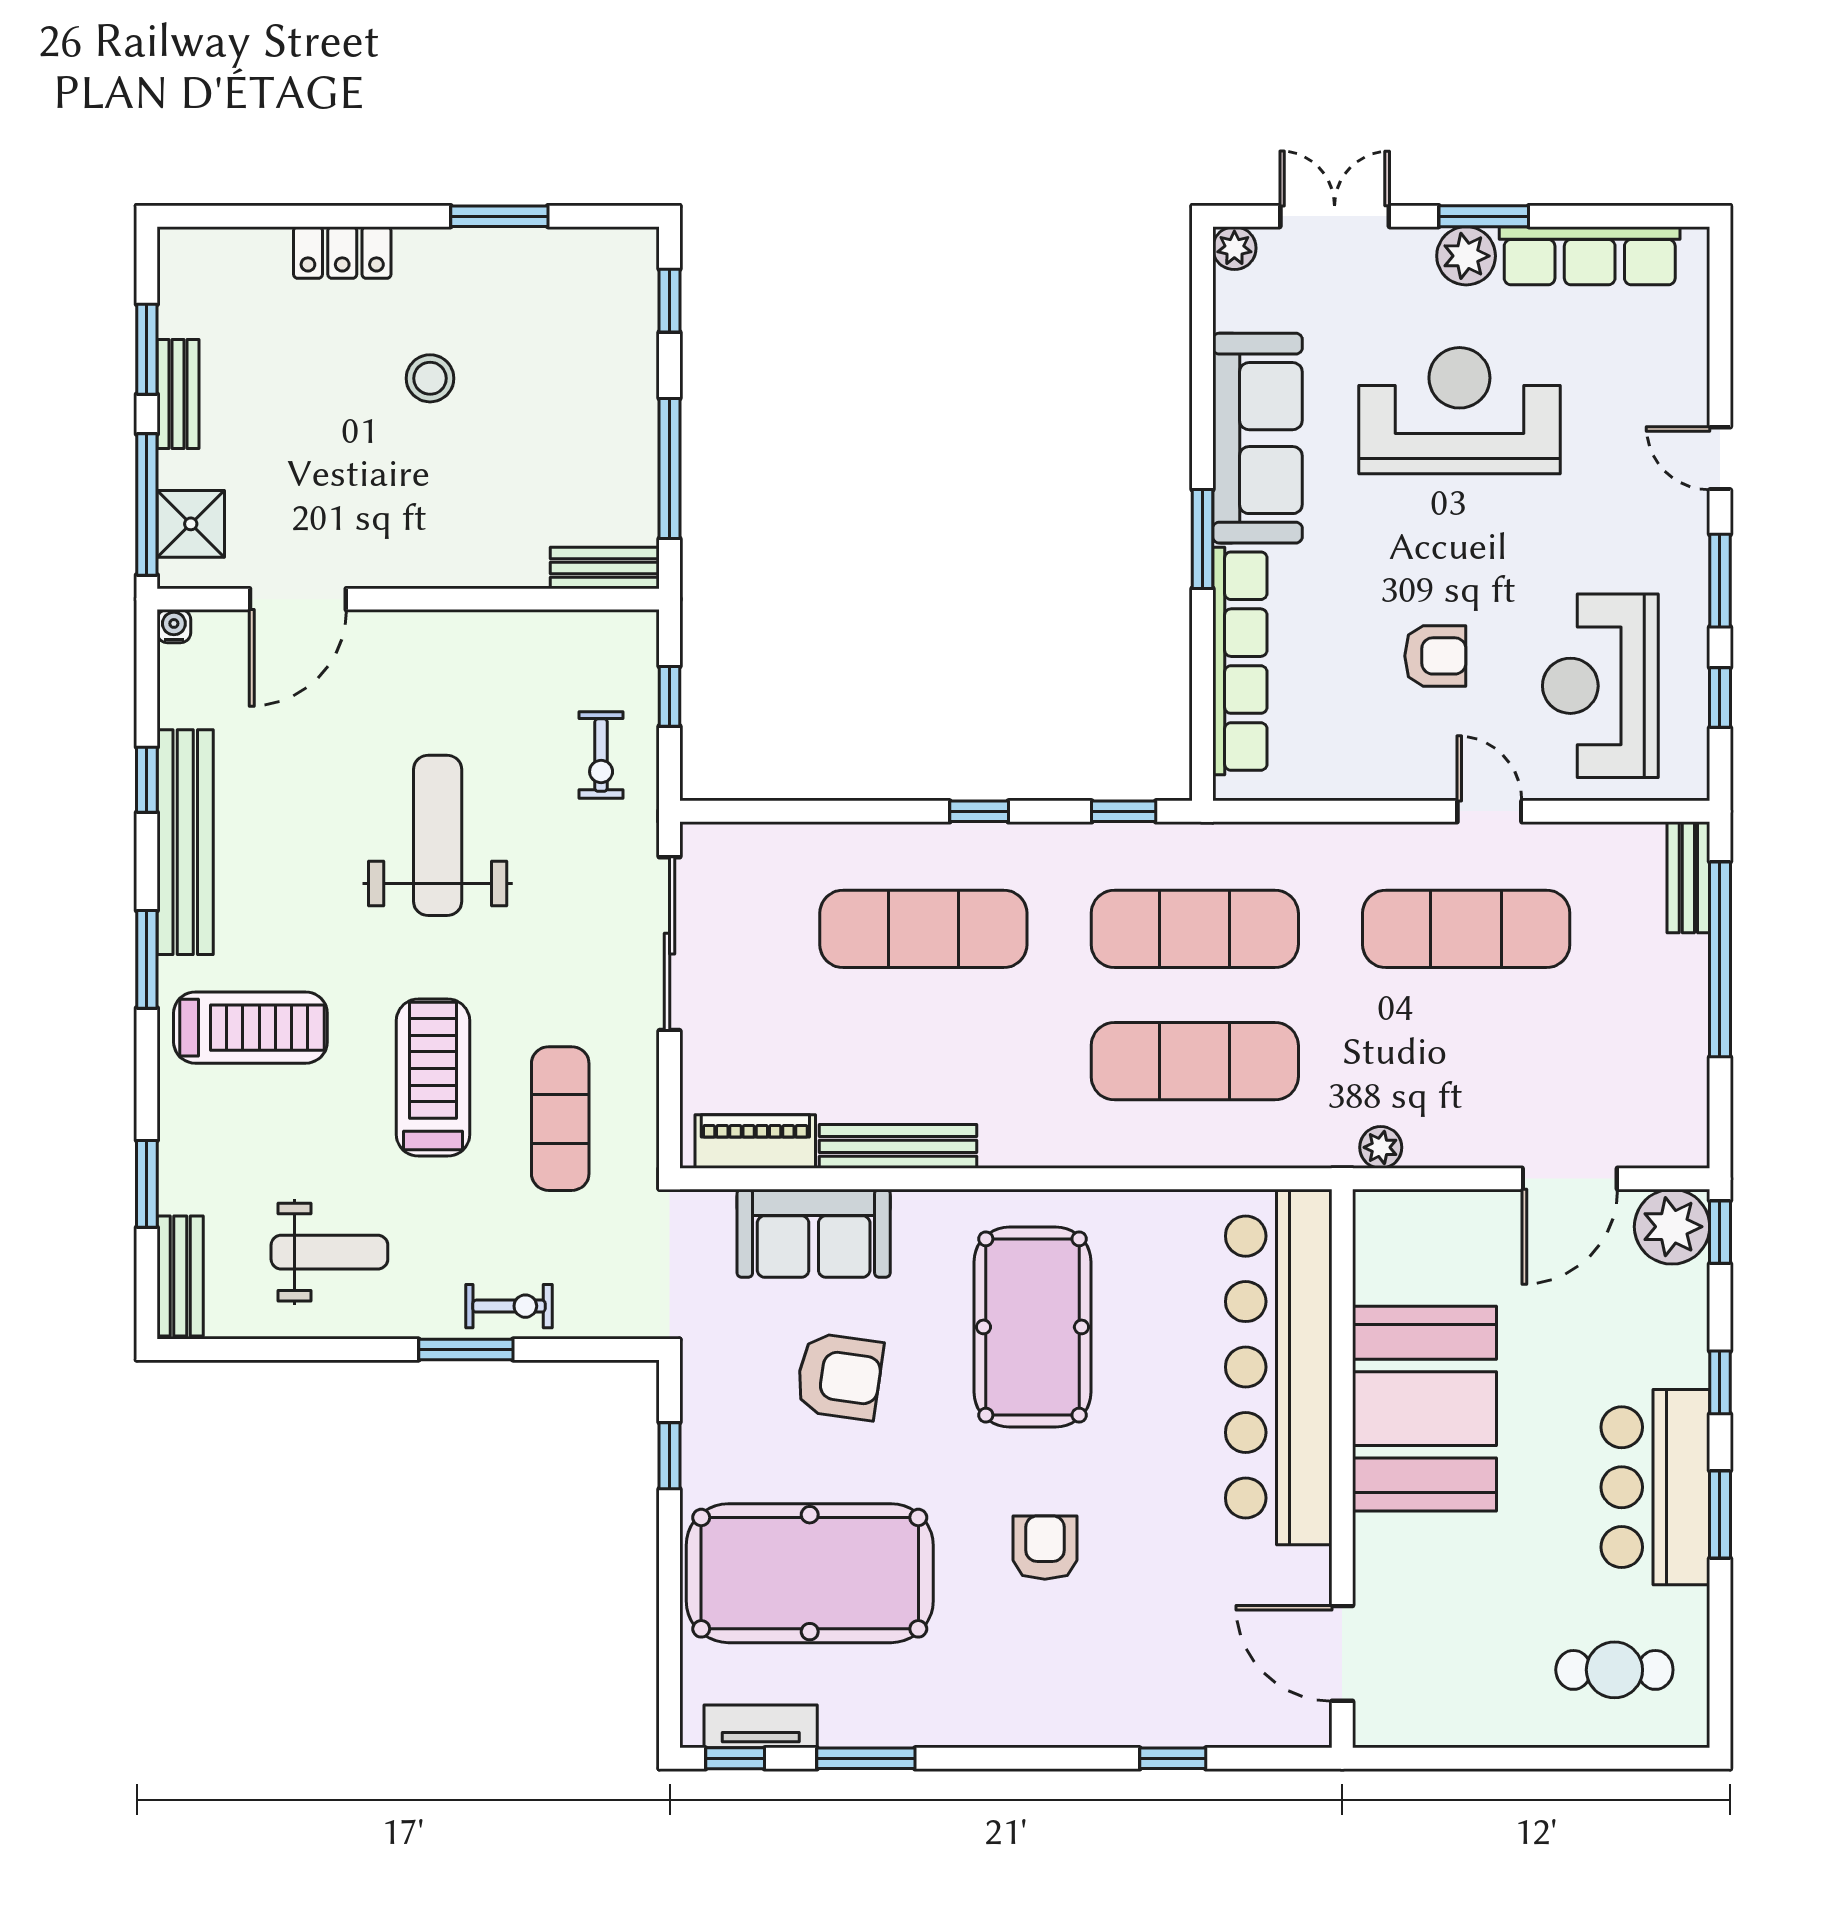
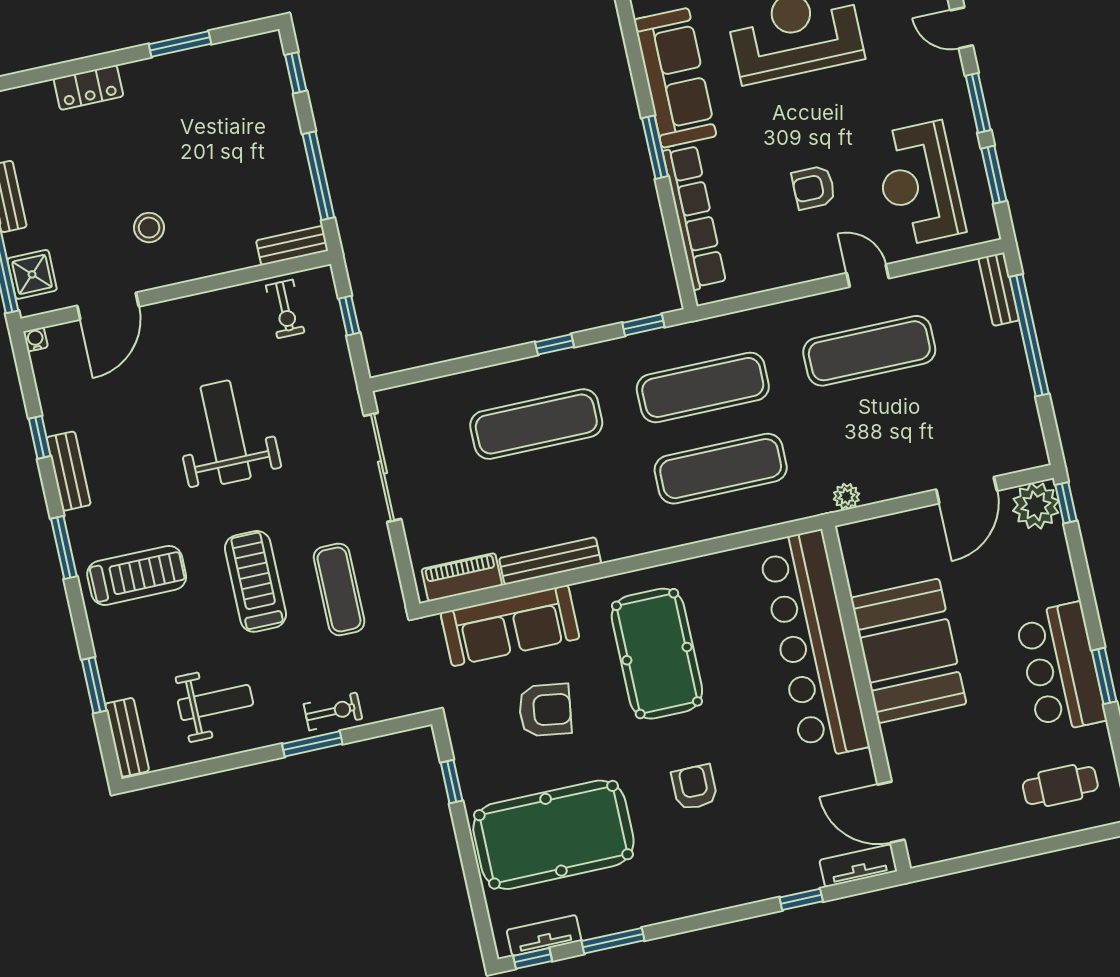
stool: (430, 378) -> (149, 228), moved
armchair: (1435, 656) -> (814, 188), turned 180
window: (1720, 698) -> (994, 175), width x1.50
exercise bike: (601, 755) -> (285, 309), moved
bench: (185, 842) -> (69, 471), width x0.54, depth x0.82
sofa: (814, 1233) -> (510, 626), width x1.36
window: (1720, 1382) -> (1086, 595), removed
tv unit: (1273, 1725) -> (858, 866), added

